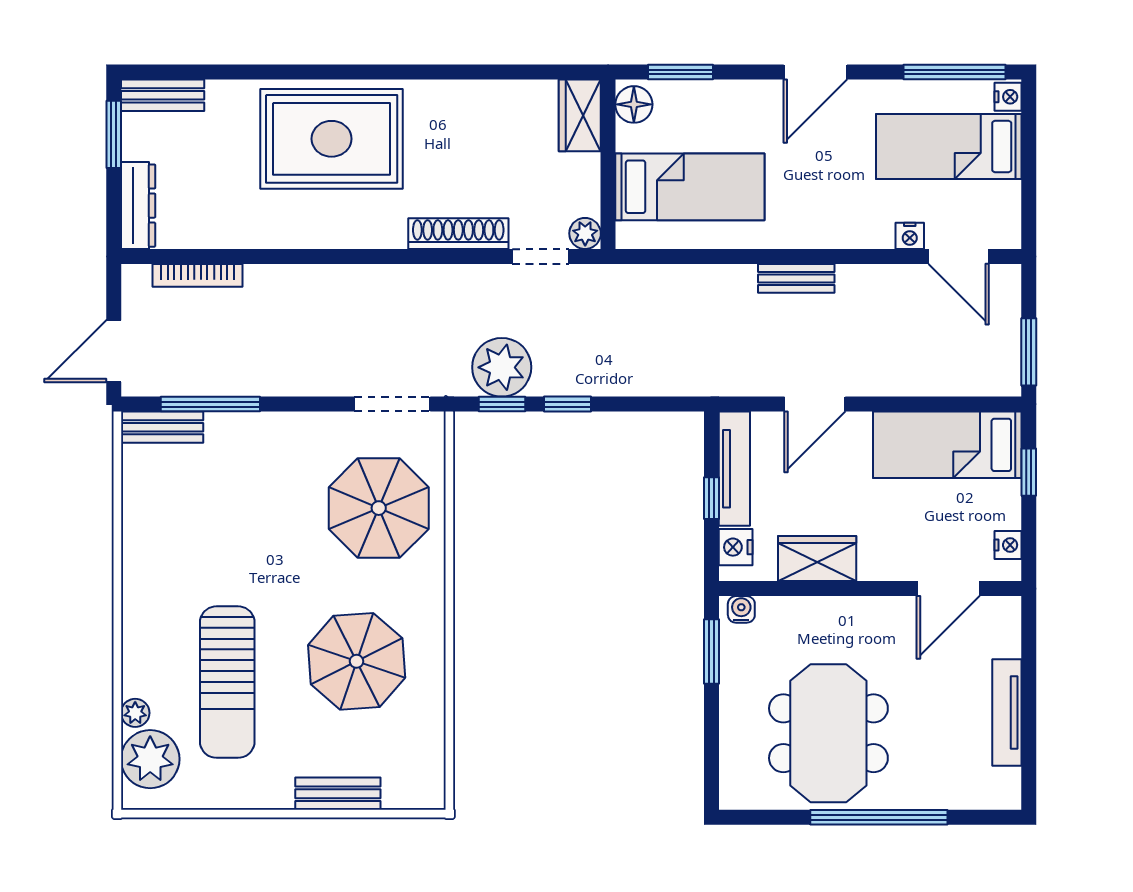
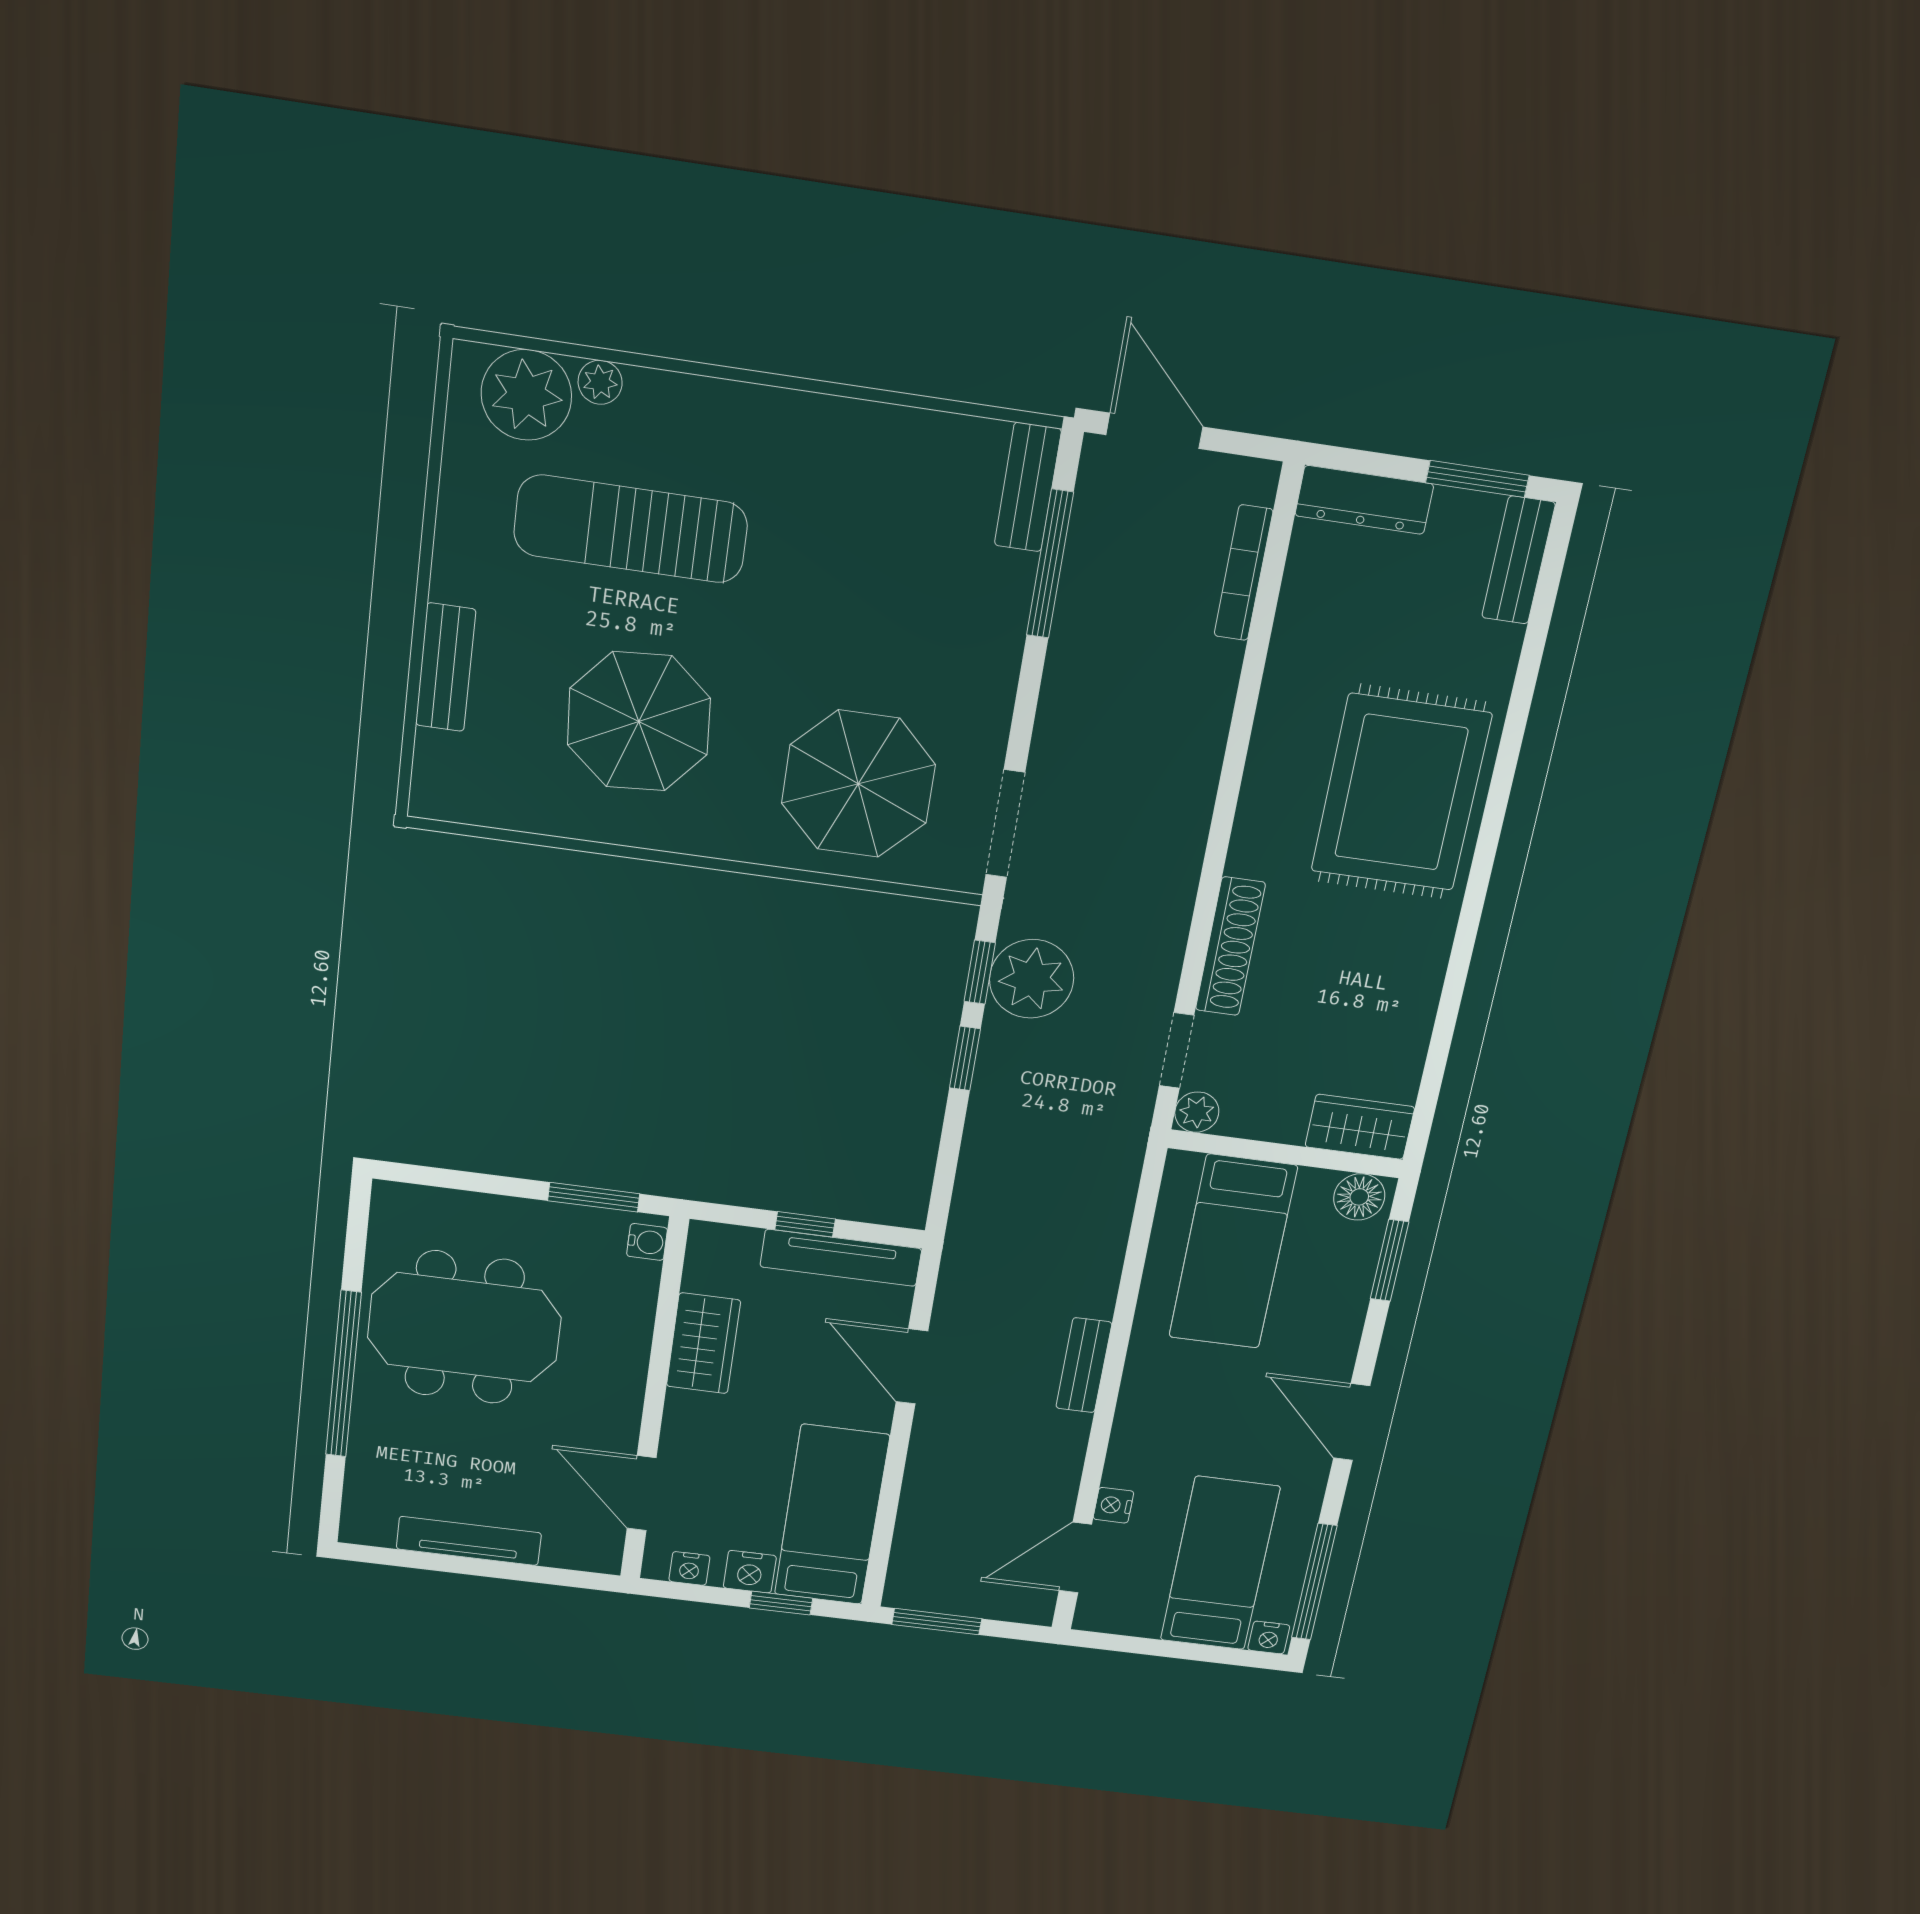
nightstand: (736, 547) -> (750, 1572), moved, turned 180

